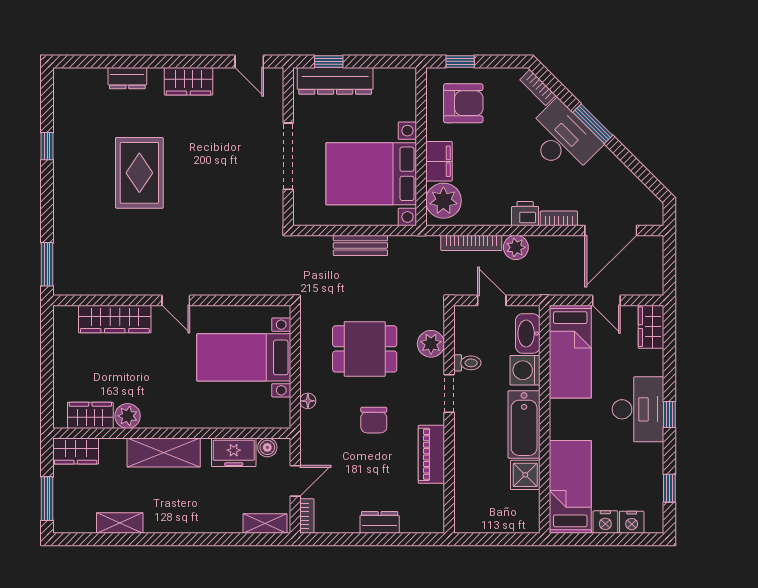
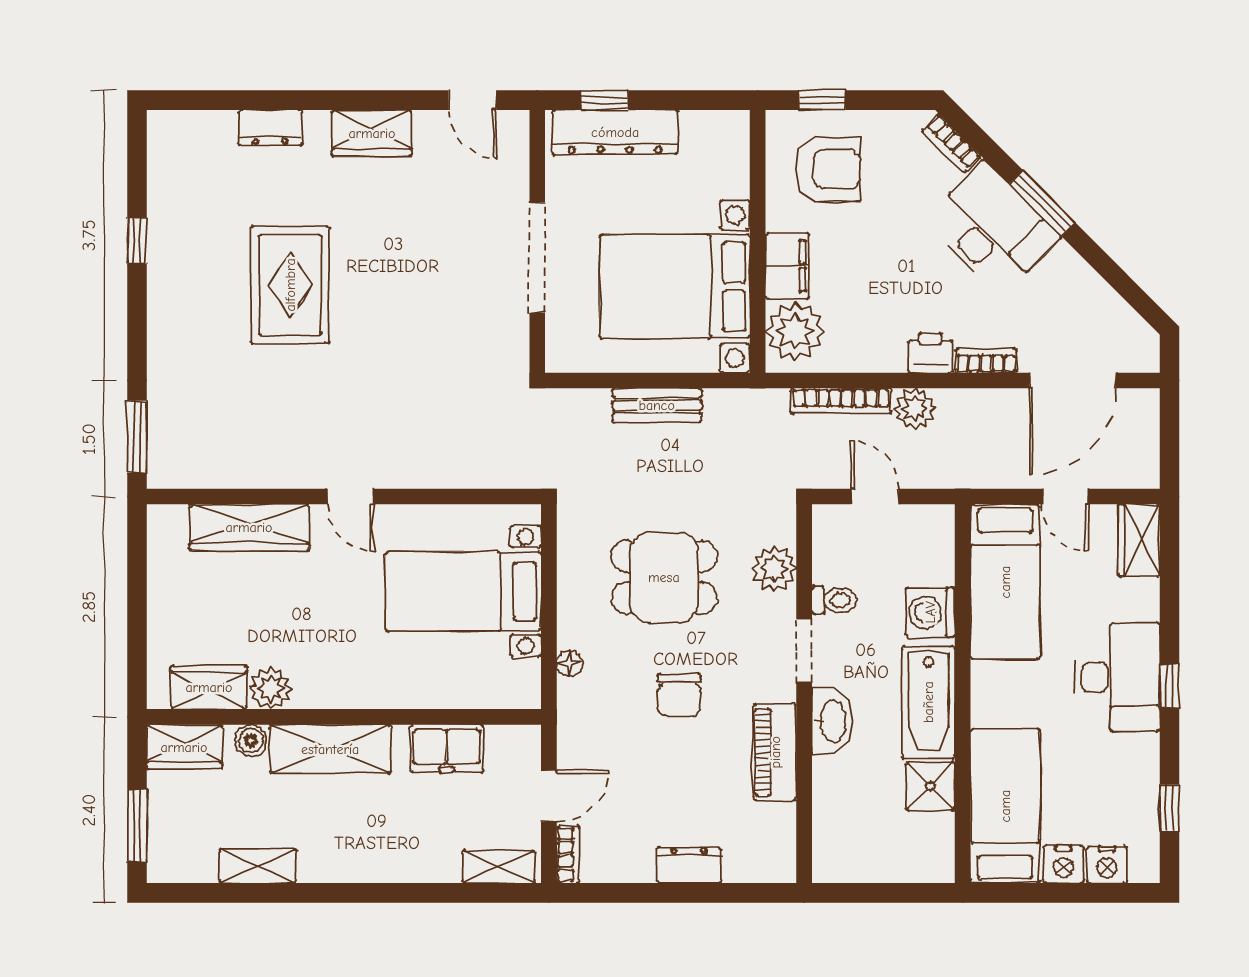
washbasin: (528, 334) -> (832, 721), moved, turned 180
boiler: (267, 447) -> (251, 741), moved

